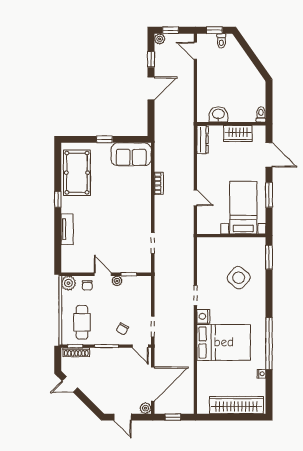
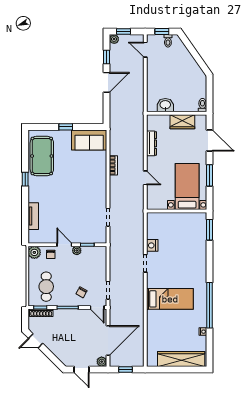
dresser: (203, 140) -> (151, 143), moved
tv unit: (67, 229) -> (33, 216), moved
side table: (239, 278) -> (183, 248), removed
nightstand: (203, 316) -> (152, 245), moved
bed: (224, 342) -> (170, 299), width x0.67

